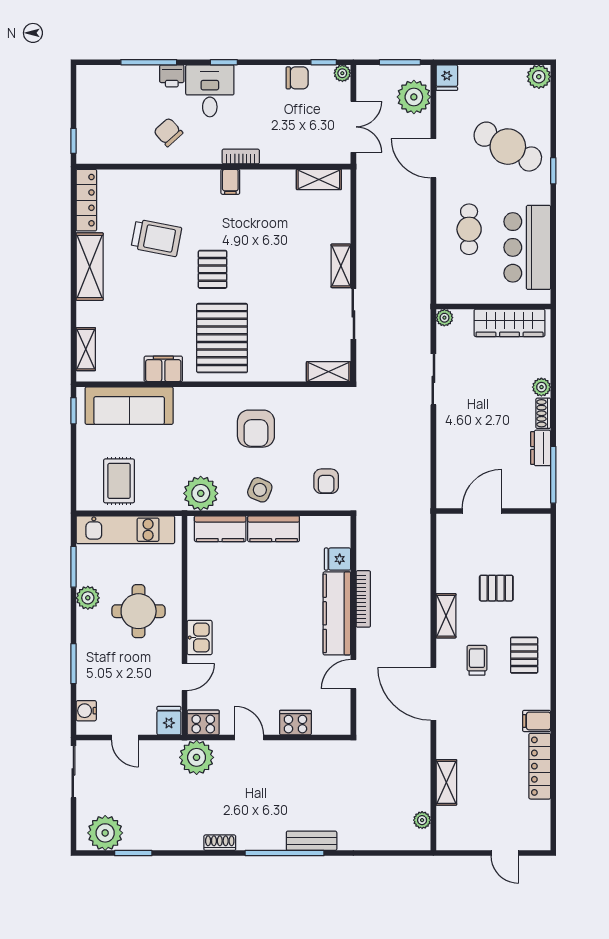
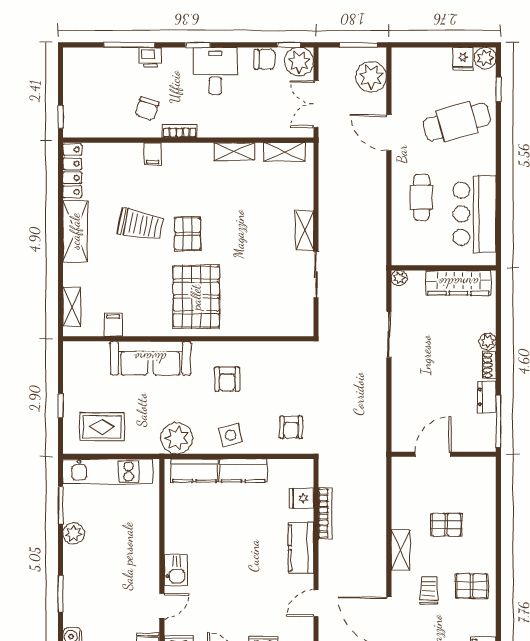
plant: (342, 73) -> (299, 62), width x1.88, depth x1.88
fridge: (447, 78) -> (463, 59), moved
desk: (210, 91) -> (215, 71), moved
double door: (353, 127) -> (316, 104), swing flipped
chair: (168, 132) -> (147, 109), turned -120
cafe table: (508, 147) -> (457, 122), turned -45
bookcase: (241, 157) -> (180, 131), moved
window: (553, 171) -> (498, 89), moved
filing cabinet: (230, 182) -> (153, 154), moved
trolley: (156, 238) -> (141, 225), moved
filing cabinet: (163, 369) -> (113, 325), moved, width x0.50
shelving: (329, 372) -> (234, 152), moved
sofa: (129, 406) -> (150, 358), moved
window: (73, 411) -> (61, 406), moved
armchair: (256, 429) -> (227, 379), width x0.72, depth x0.72
rug: (119, 481) -> (102, 427), turned 90
side table: (260, 490) -> (231, 435), turned -37
bookcase: (363, 599) -> (325, 513), moved
round table: (139, 611) -> (120, 546), removed
kitchen counter: (337, 613) -> (301, 548), width x0.67
pallet: (524, 655) -> (472, 586), turned 90

